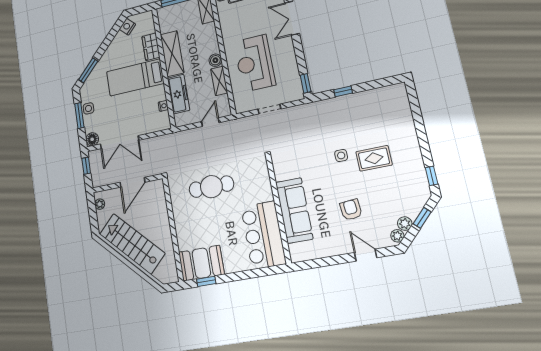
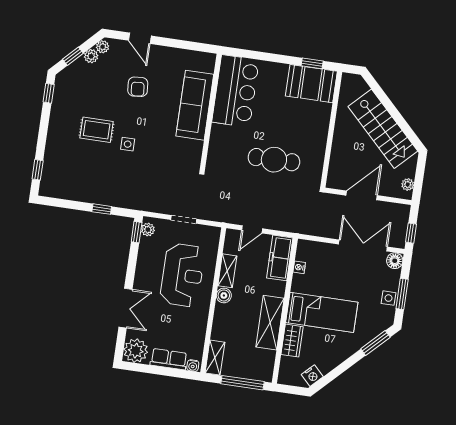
plant: (297, 89) -> (148, 230), added
freezer: (179, 94) -> (280, 258), moved
window: (414, 104) -> (38, 170), added

